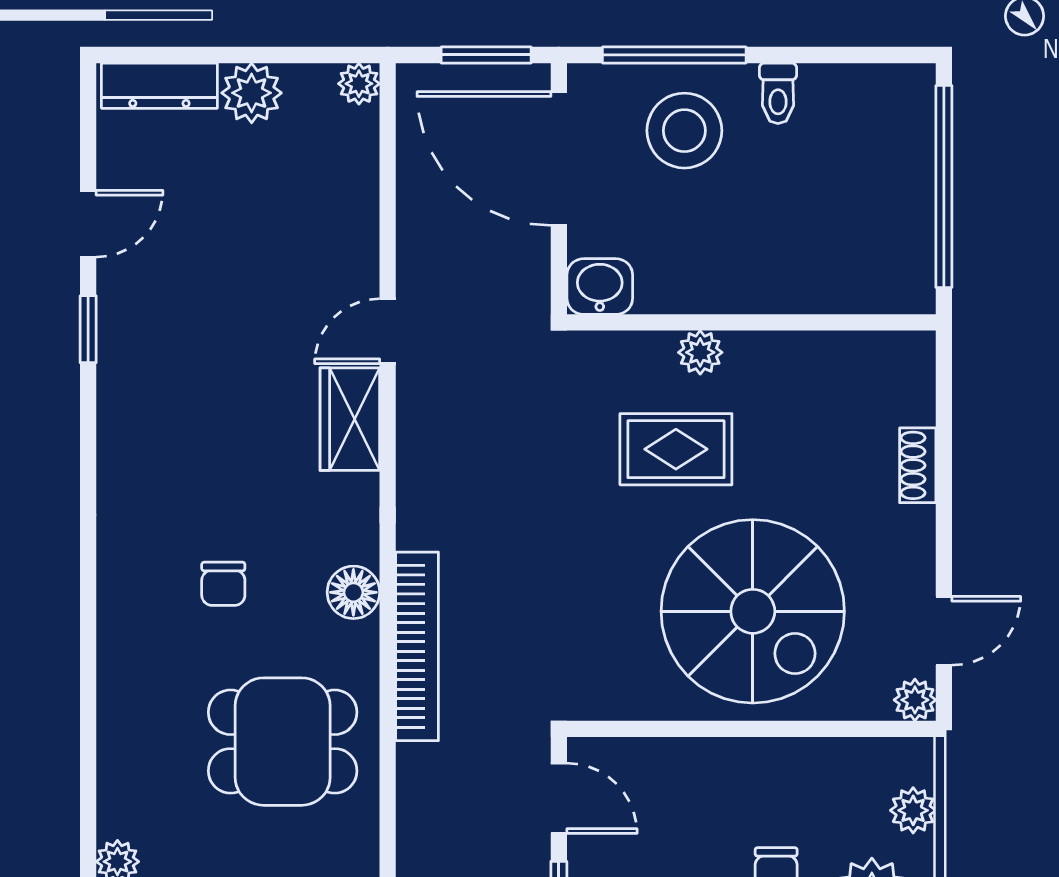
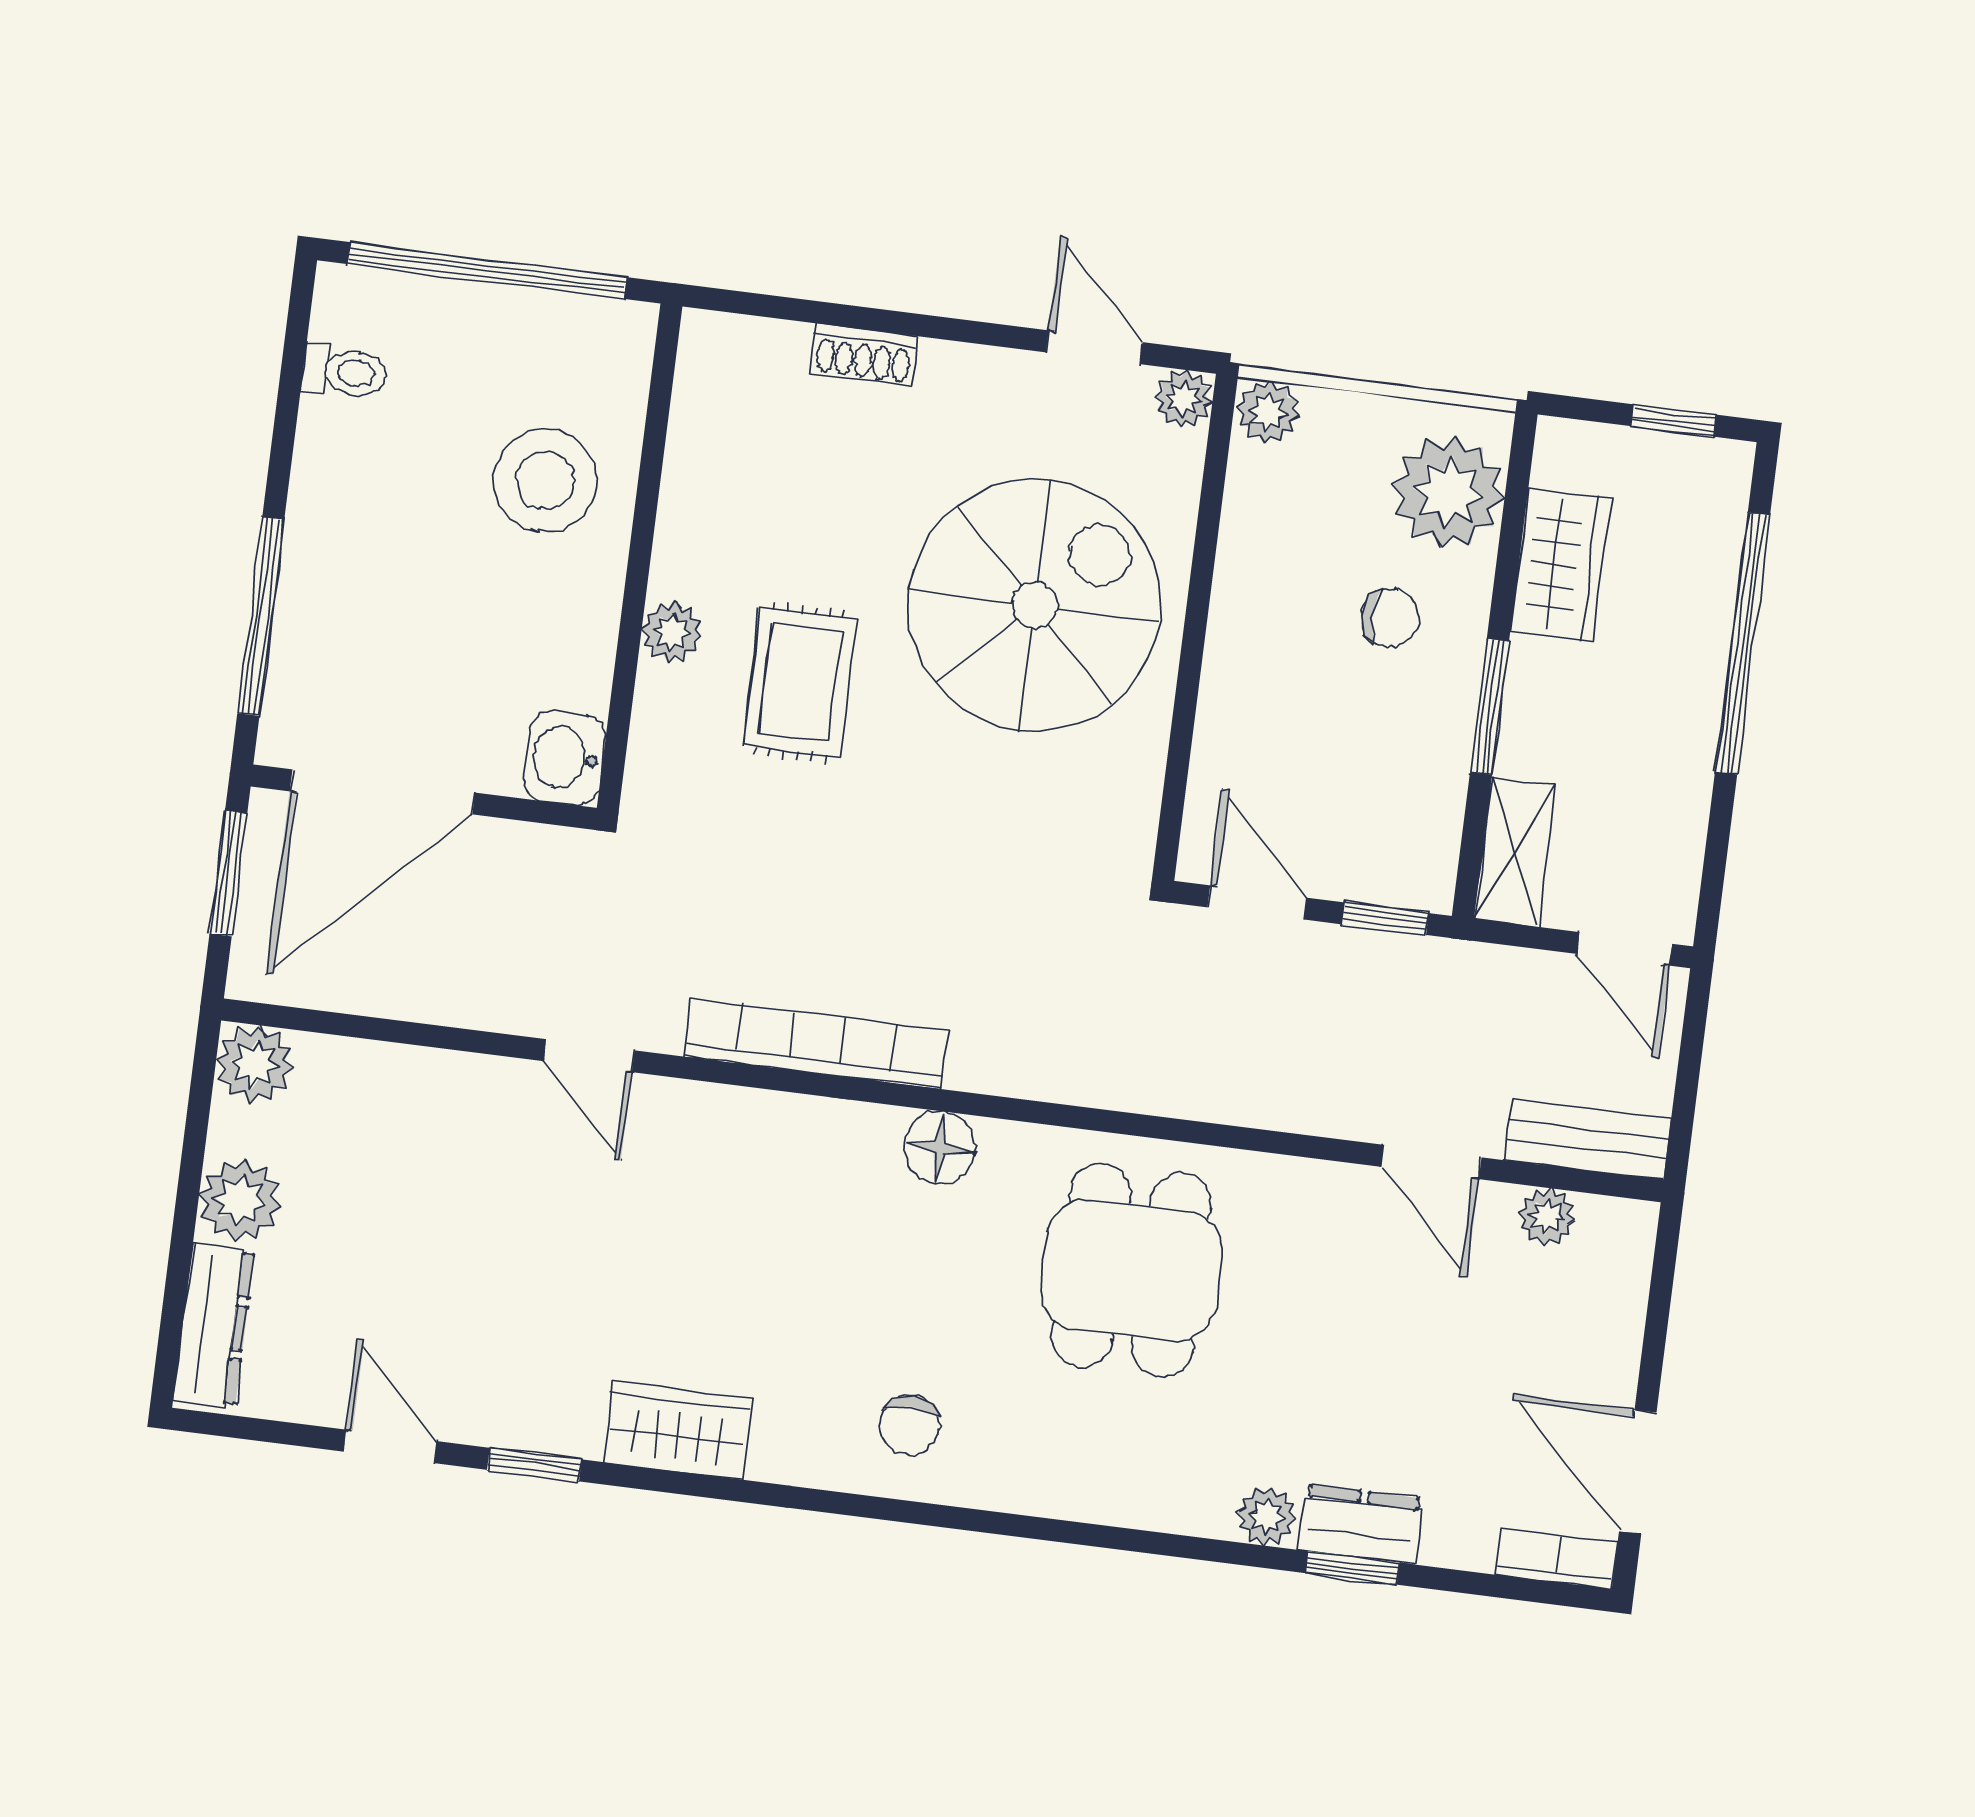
plant: (359, 84) -> (255, 1064), width x1.38, depth x1.38
toilet: (778, 93) -> (345, 372), moved
stool: (684, 131) -> (545, 480), moved
wardrobe: (350, 419) -> (678, 1430), moved, turned 180
chair: (223, 584) -> (909, 1426), moved, turned 91
bookcase: (417, 646) -> (816, 1044), moved
door: (559, 798) -> (1257, 902), hinge flipped
plant: (913, 810) -> (1268, 412), moved

